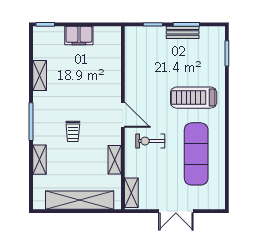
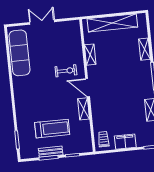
treadmill: (194, 98) -> (52, 129), moved
trolley: (73, 131) -> (104, 139), moved
exercise mat: (196, 154) -> (20, 53), moved
shelving: (131, 193) -> (84, 109), moved

